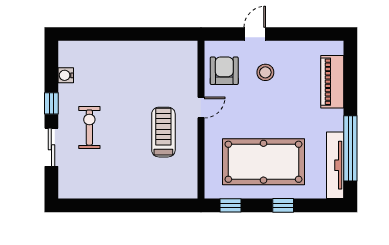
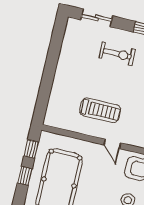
sliding door: (51, 147) -> (97, 18), moved
window: (283, 205) -> (25, 176), moved

